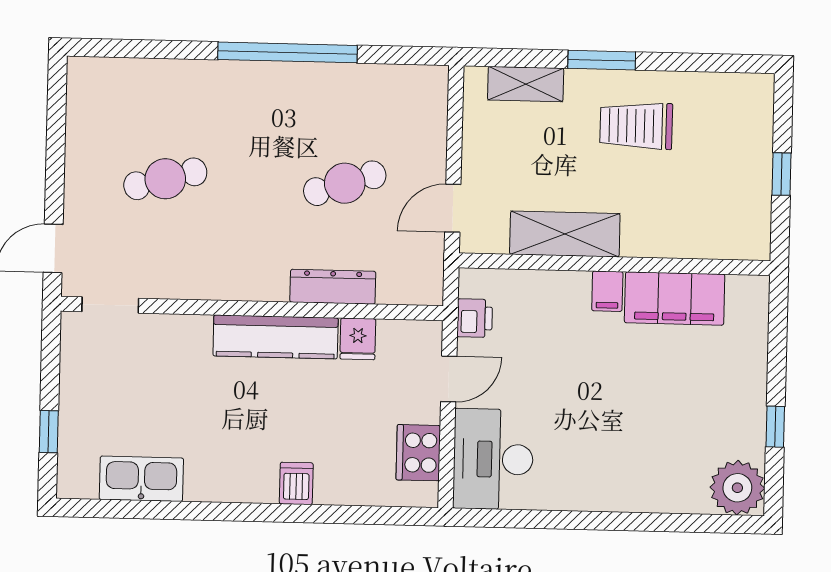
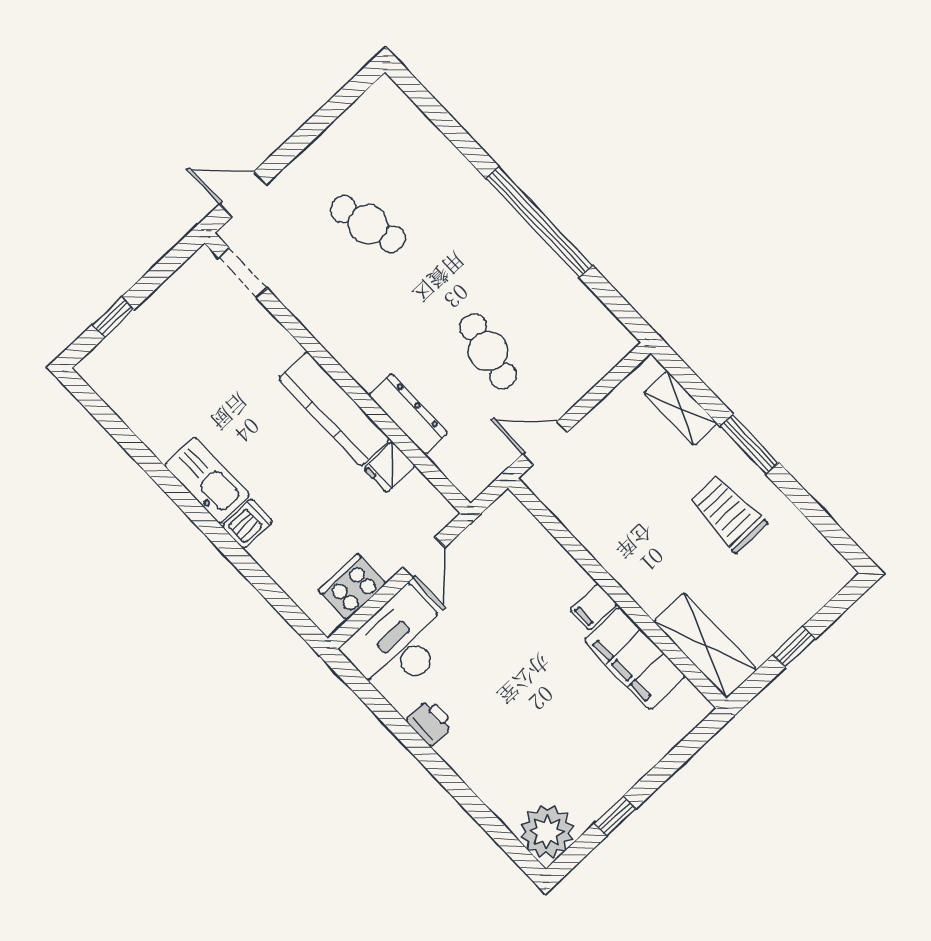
cafe table: (345, 183) -> (488, 351), turned 30
shelving: (565, 234) -> (705, 646), moved
printer: (475, 318) -> (430, 722), moved, turned -90
door: (449, 379) -> (424, 557), hinge flipped
kitchen sink: (141, 479) -> (207, 480), moved

